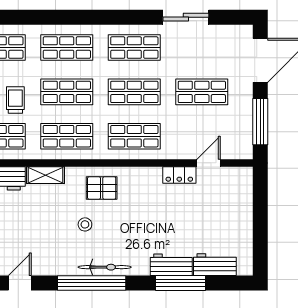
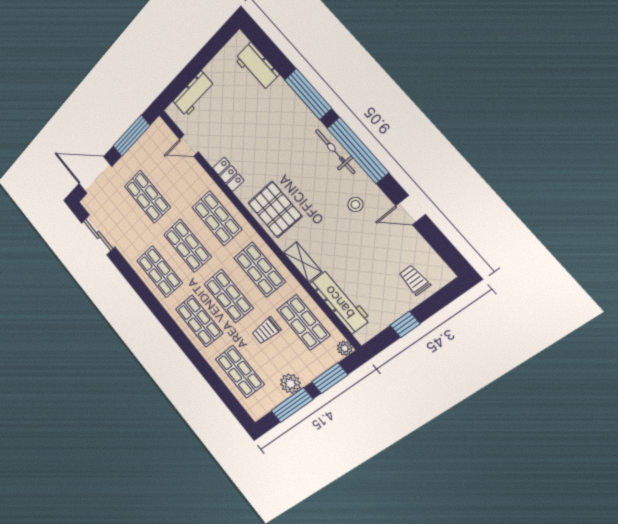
sliding door: (186, 17) -> (98, 235), moved
locker: (179, 175) -> (228, 174), moved
pallet: (102, 188) -> (275, 210), width x1.50, depth x1.42
stool: (85, 224) -> (355, 205), moved
workbench: (171, 265) -> (194, 94), moved, turned -90
window: (180, 283) -> (308, 94), moved

